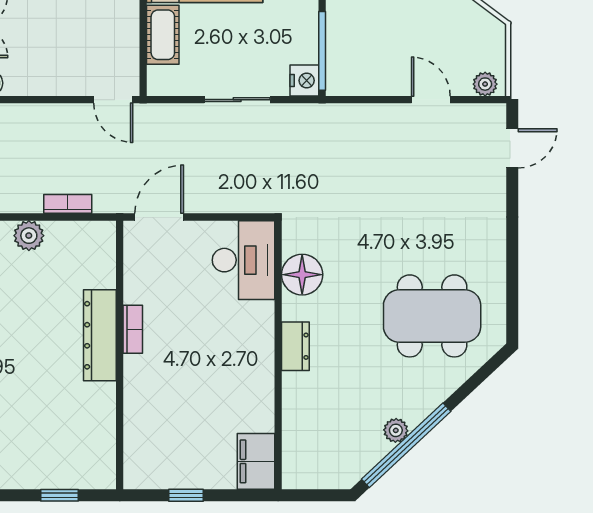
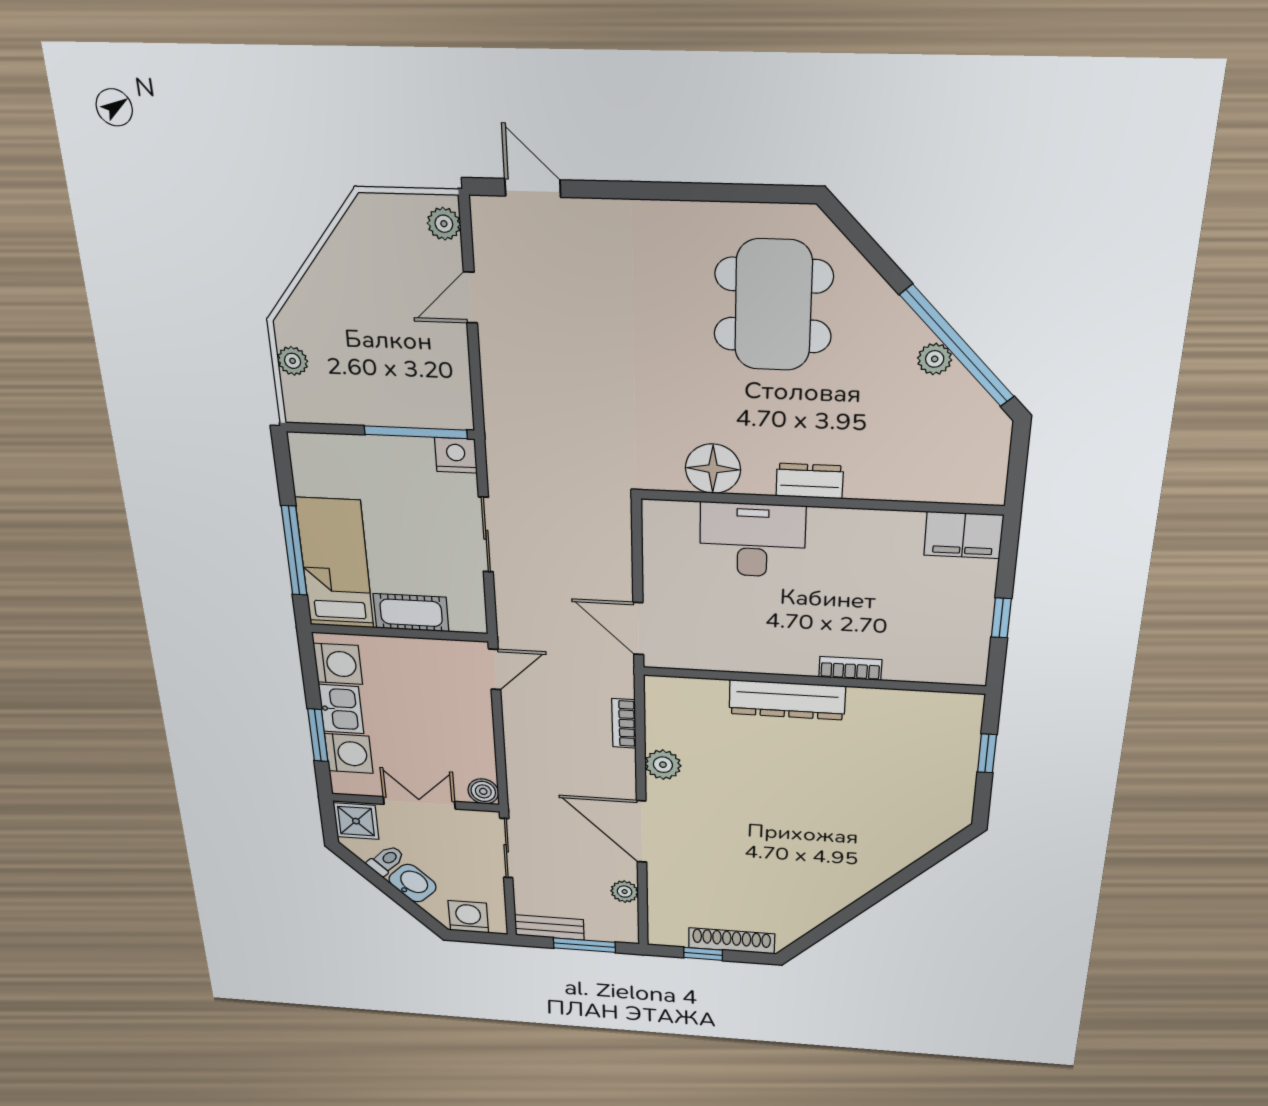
desk: (244, 260) -> (752, 540), moved
bookcase: (133, 329) -> (850, 668), moved

